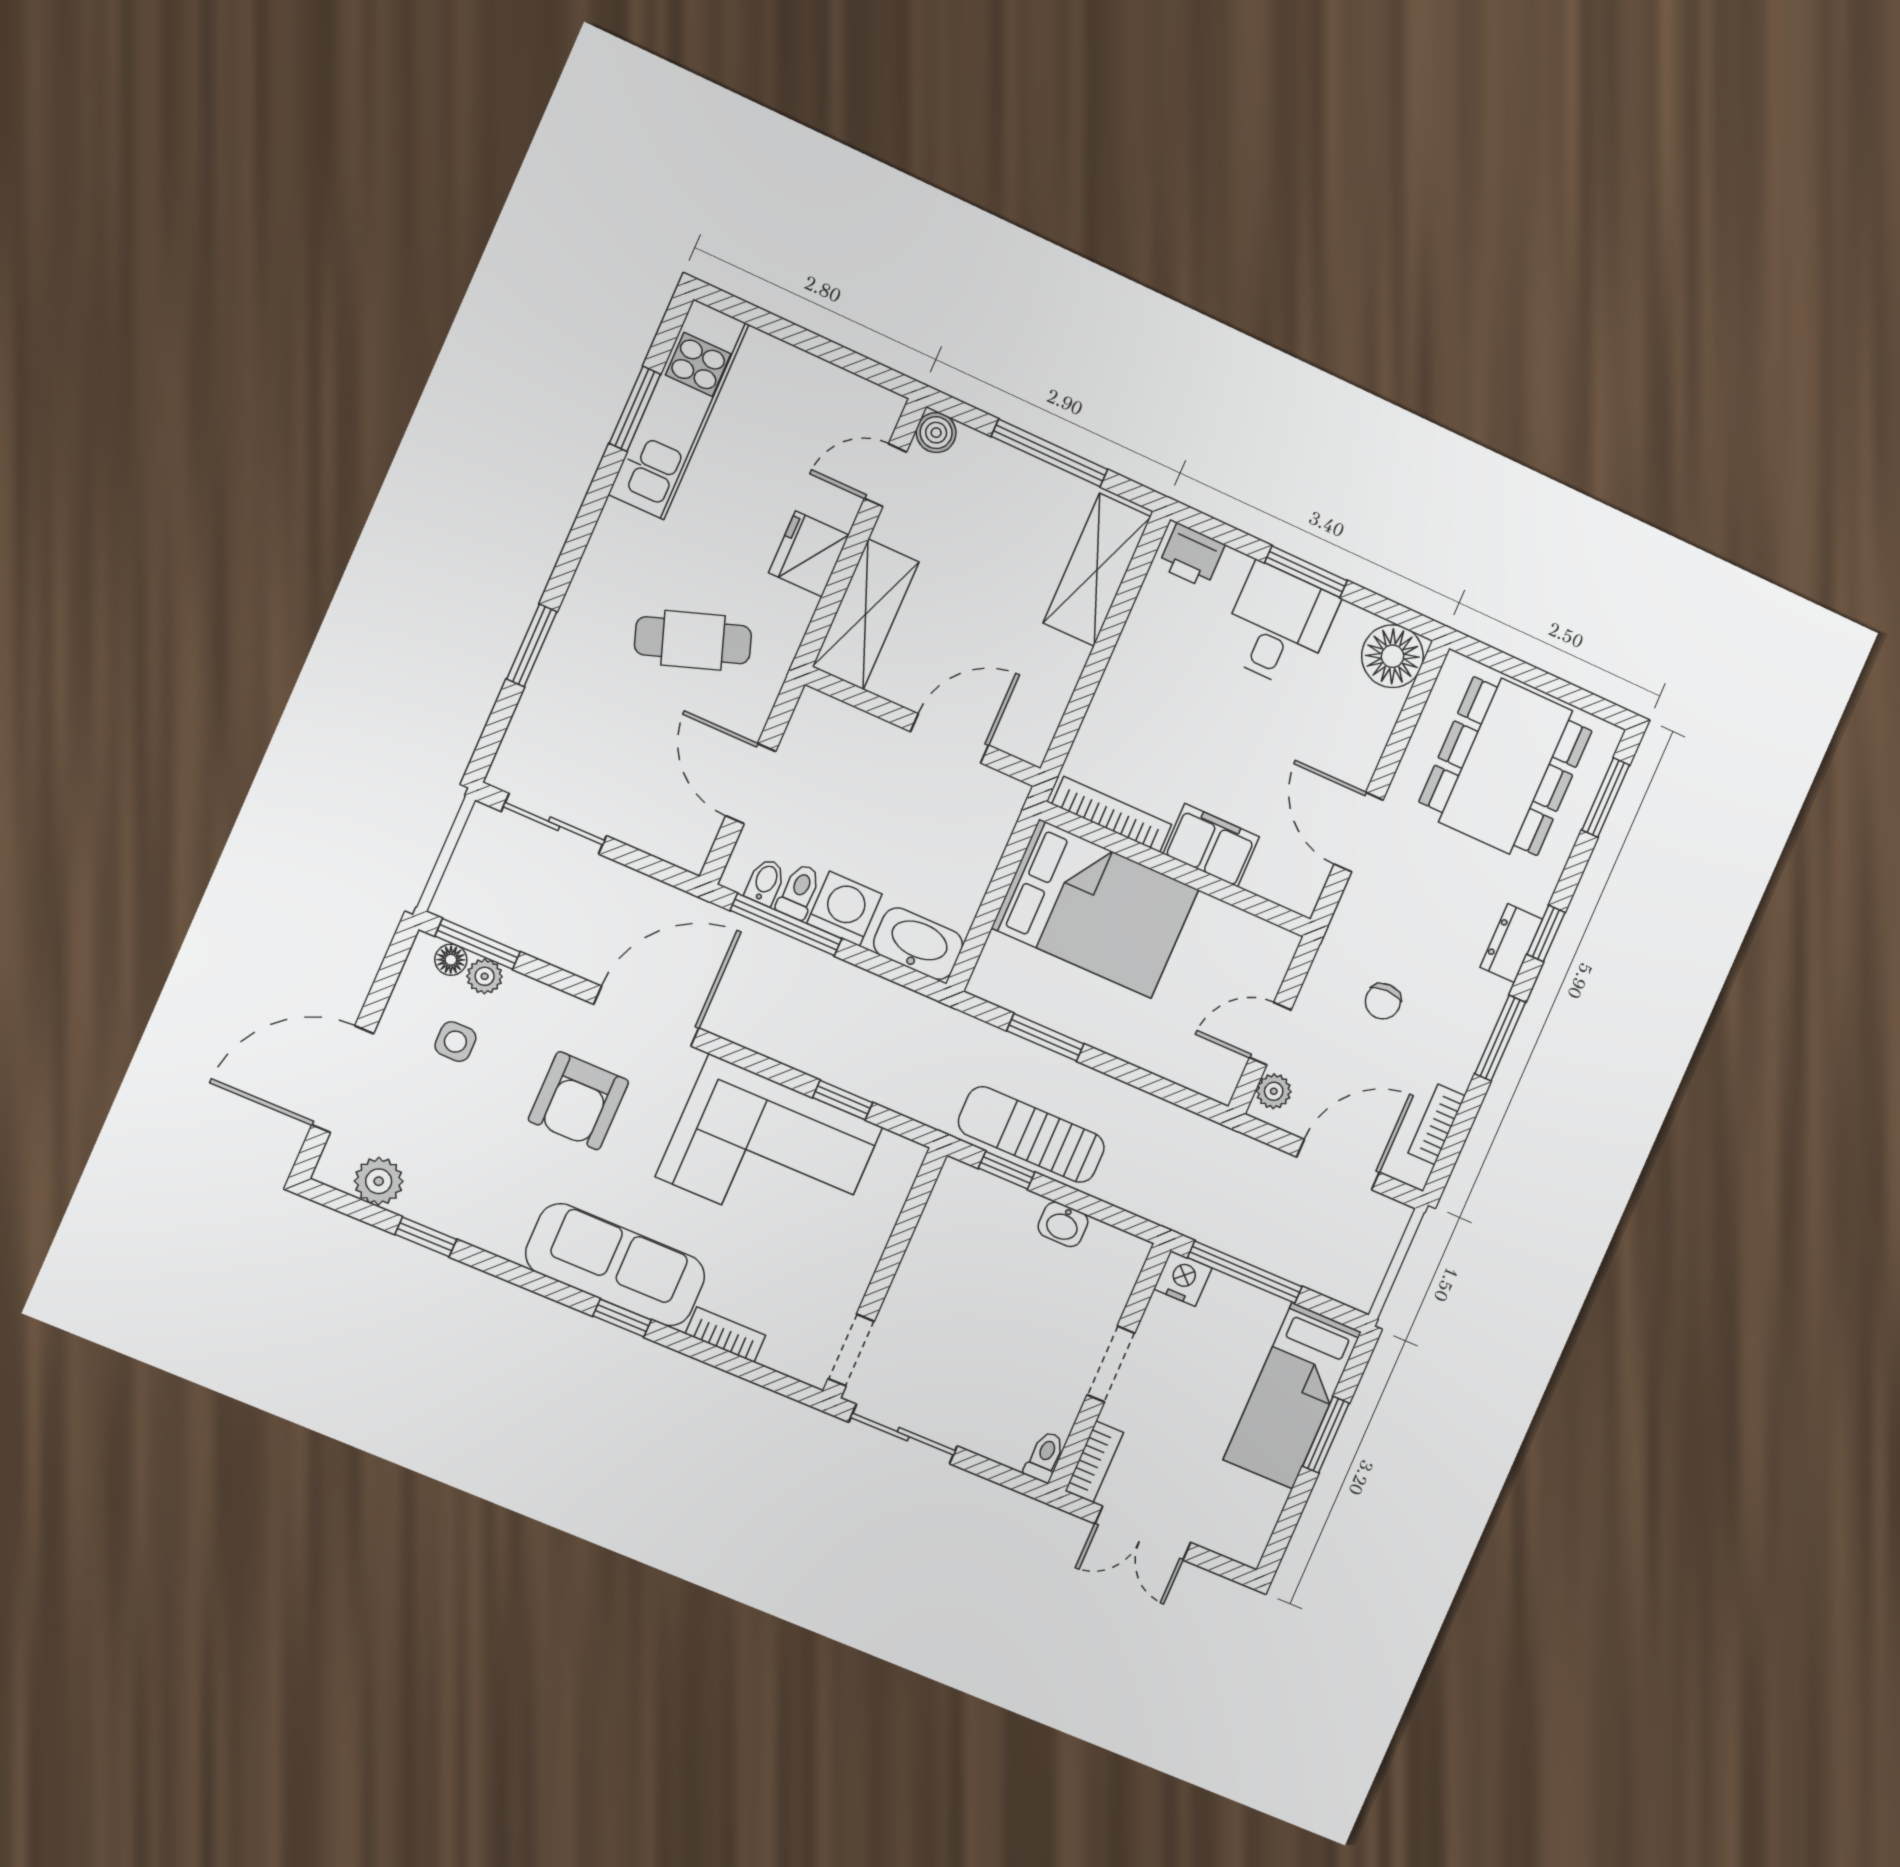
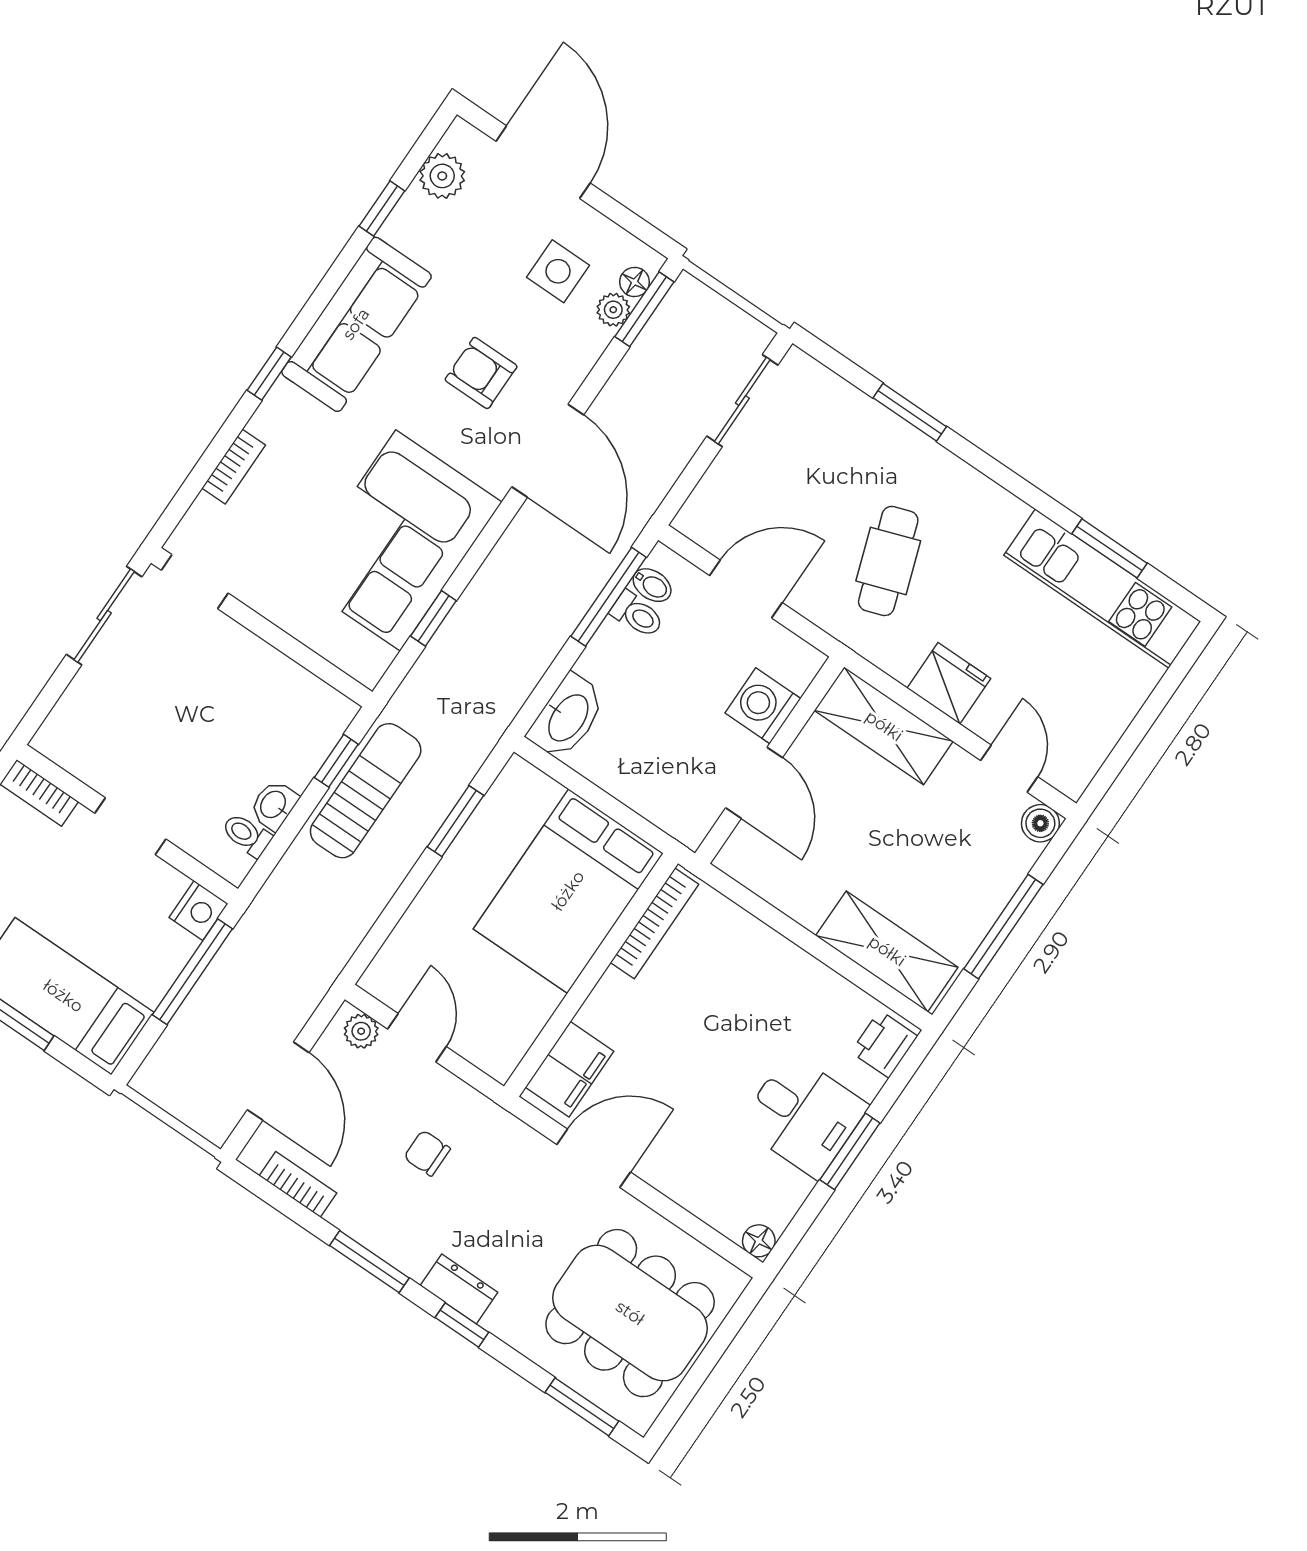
floor lamp: (1392, 656) -> (759, 1241), width x0.53, depth x0.53
filing cabinet: (1211, 845) -> (570, 1069), moved
washing machine: (844, 909) -> (763, 706), moved, turned 180
side table: (455, 1042) -> (558, 271), width x1.37, depth x1.37
armchair: (578, 1101) -> (481, 373), width x0.72, depth x0.72
sofa: (615, 1265) -> (356, 324), moved
toilet: (1045, 1457) -> (247, 835), moved, turned 180

